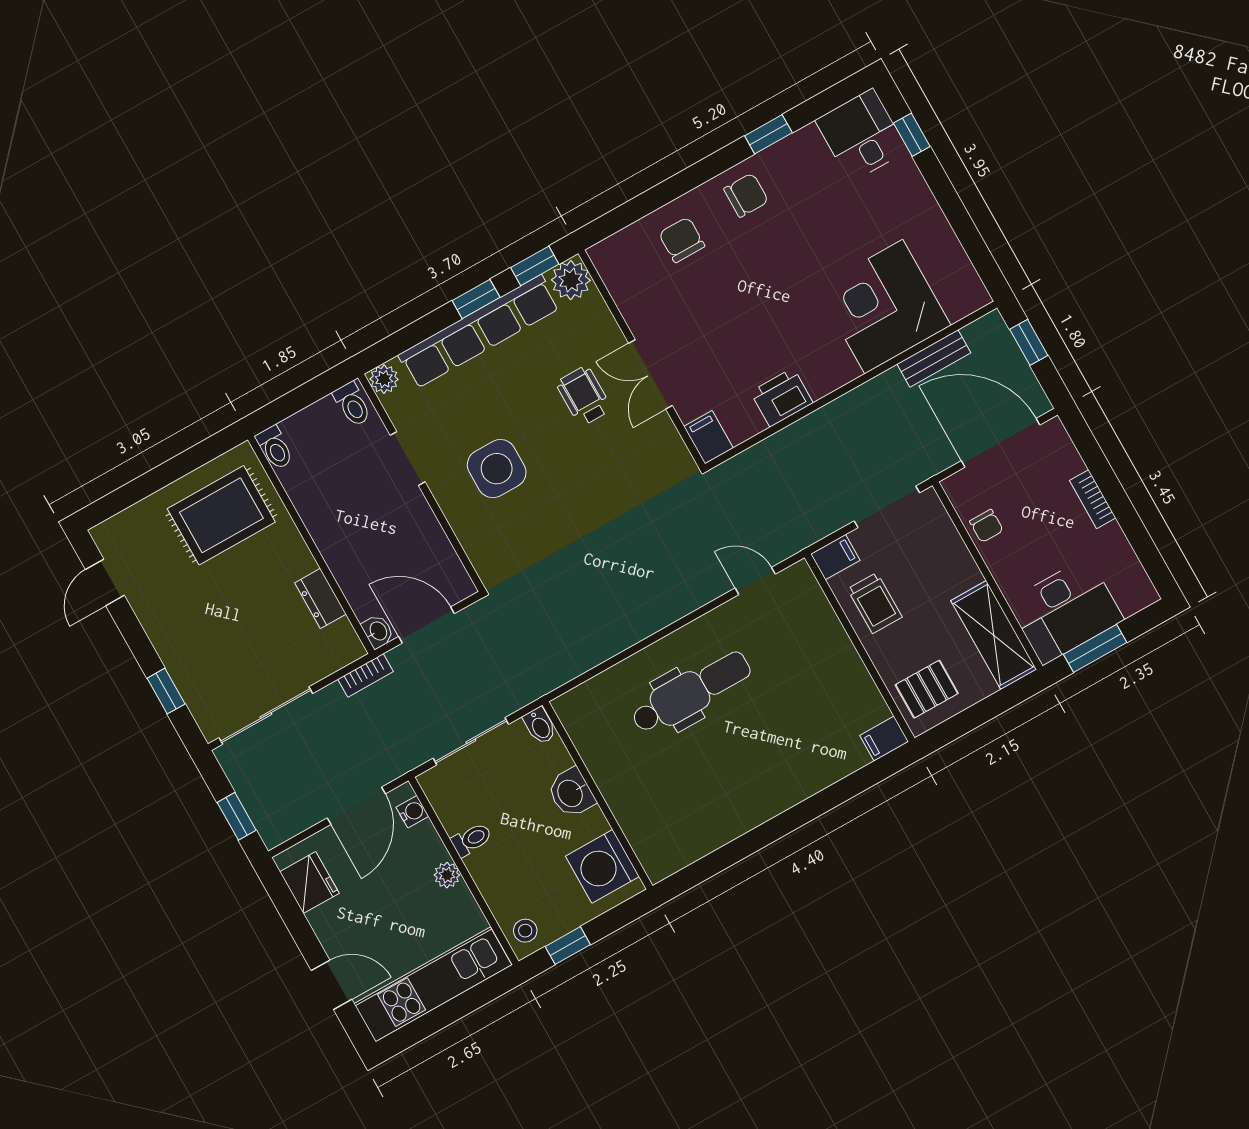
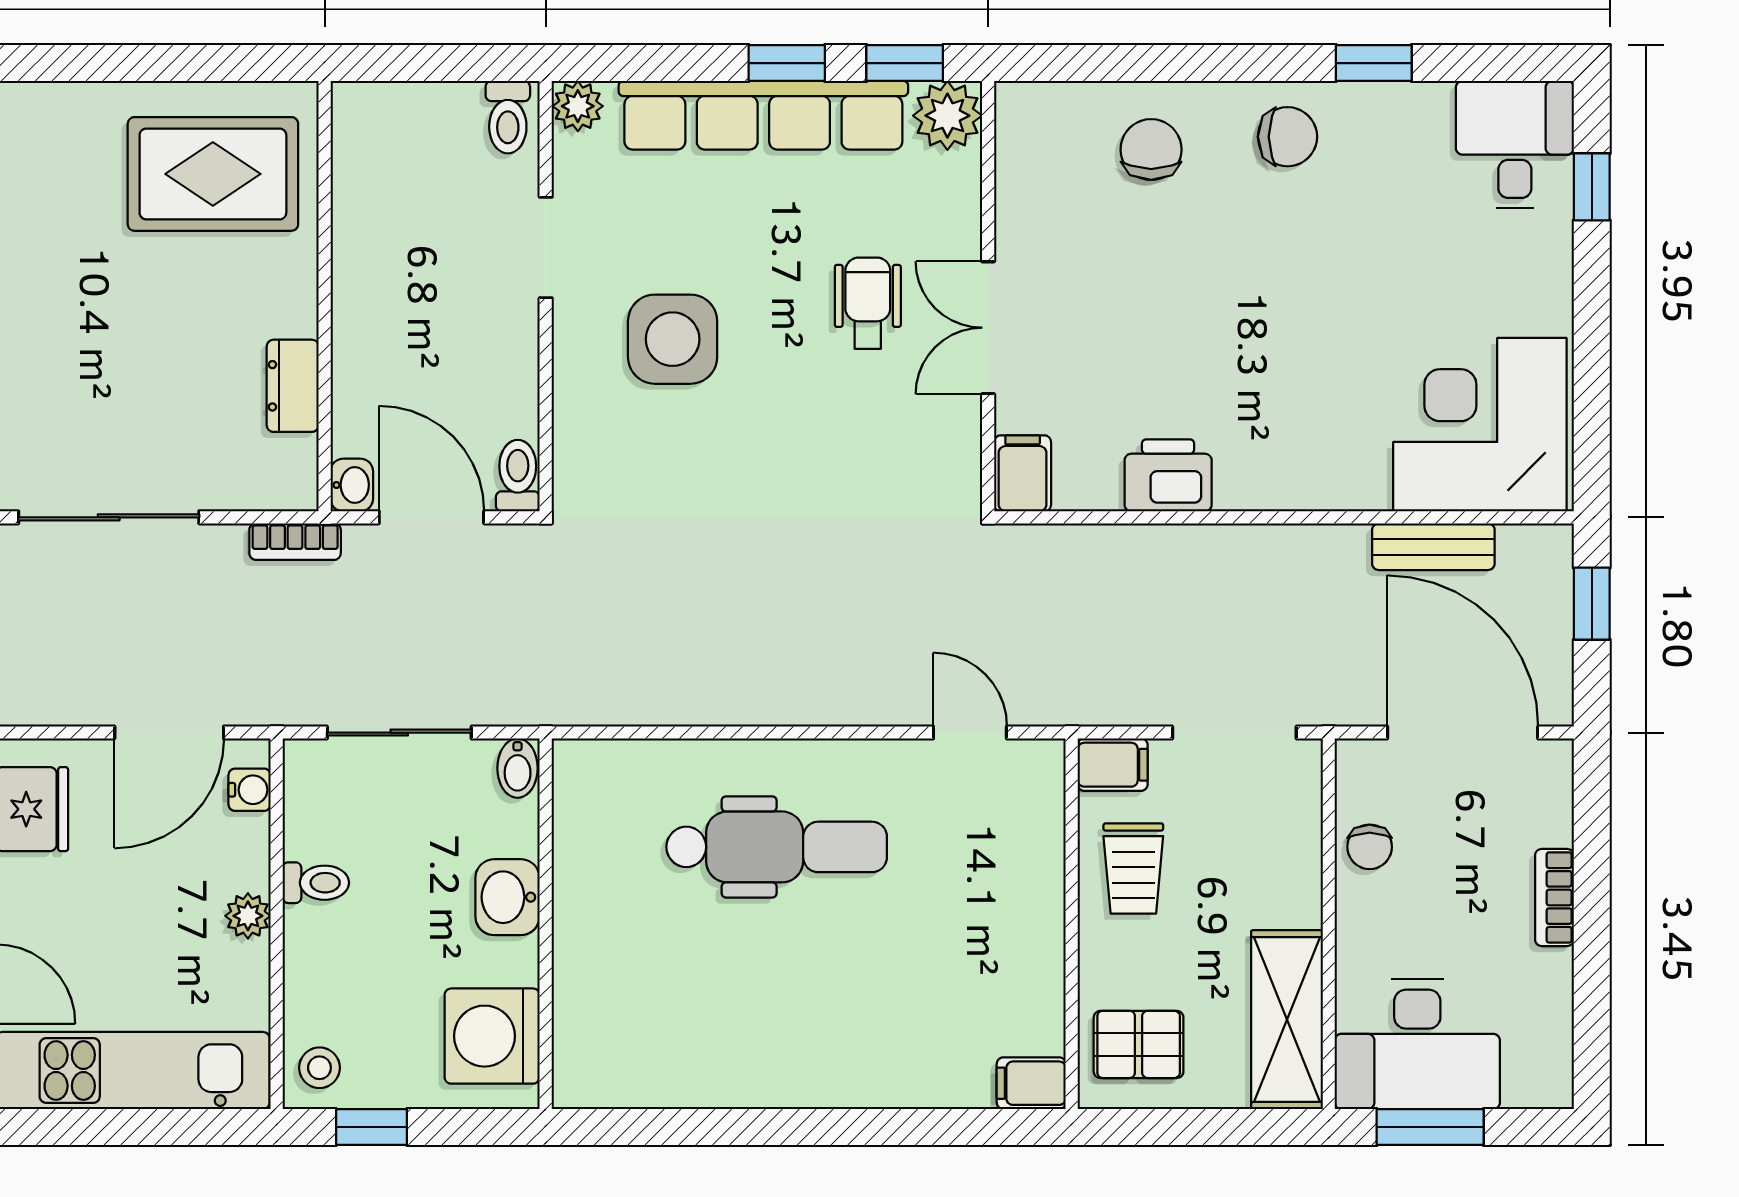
corner desk: (884, 307) -> (1480, 425), moved
toilet: (275, 448) -> (518, 476), moved, turned 180

